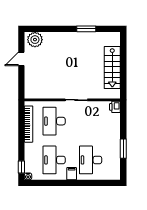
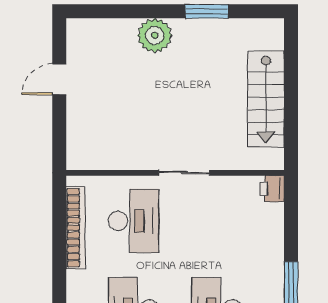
plant: (35, 40) -> (155, 35), moved
desk: (54, 121) -> (134, 221), turned 180

